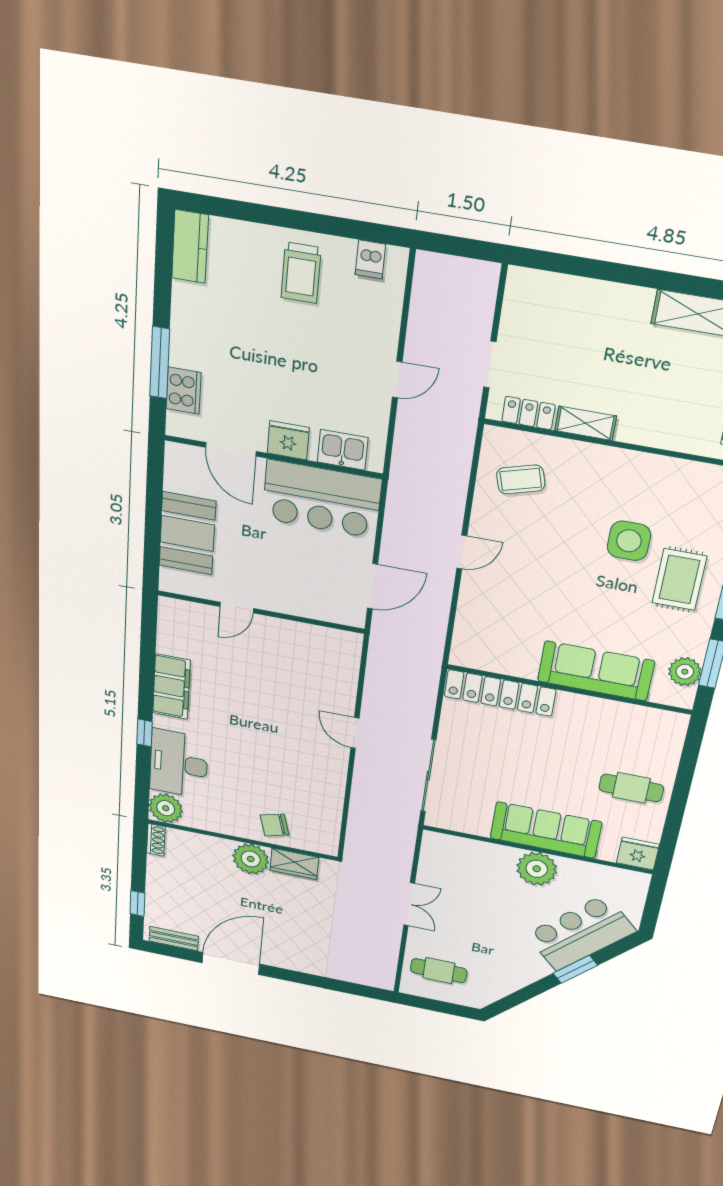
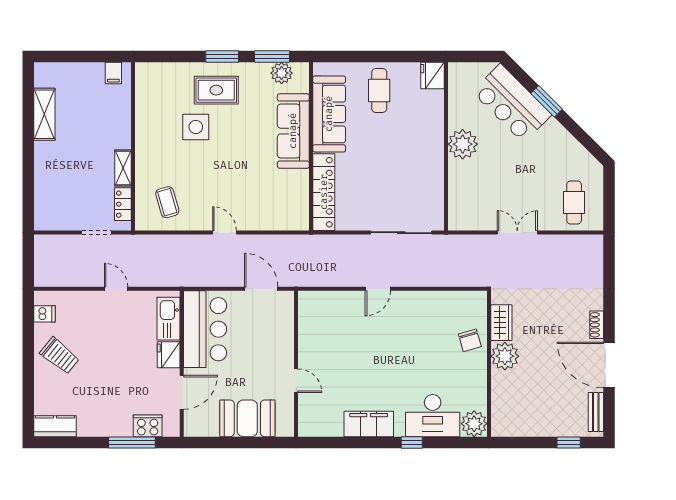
trolley: (301, 273) -> (60, 356), turned 39
kitchen sink: (343, 450) -> (169, 319), width x1.38
sofa: (546, 830) -> (329, 114), moved, turned 180
shoe rack: (156, 840) -> (597, 325), moved, turned -90

